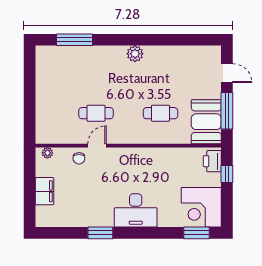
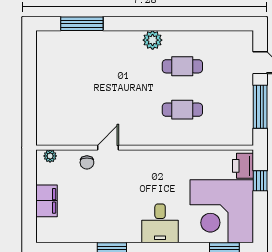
cafe table: (96, 113) -> (182, 66), moved
booth: (206, 122) -> (236, 120), removed
corner desk: (201, 207) -> (222, 211), width x1.36, depth x1.36
desk: (136, 210) -> (160, 223), width x0.73

